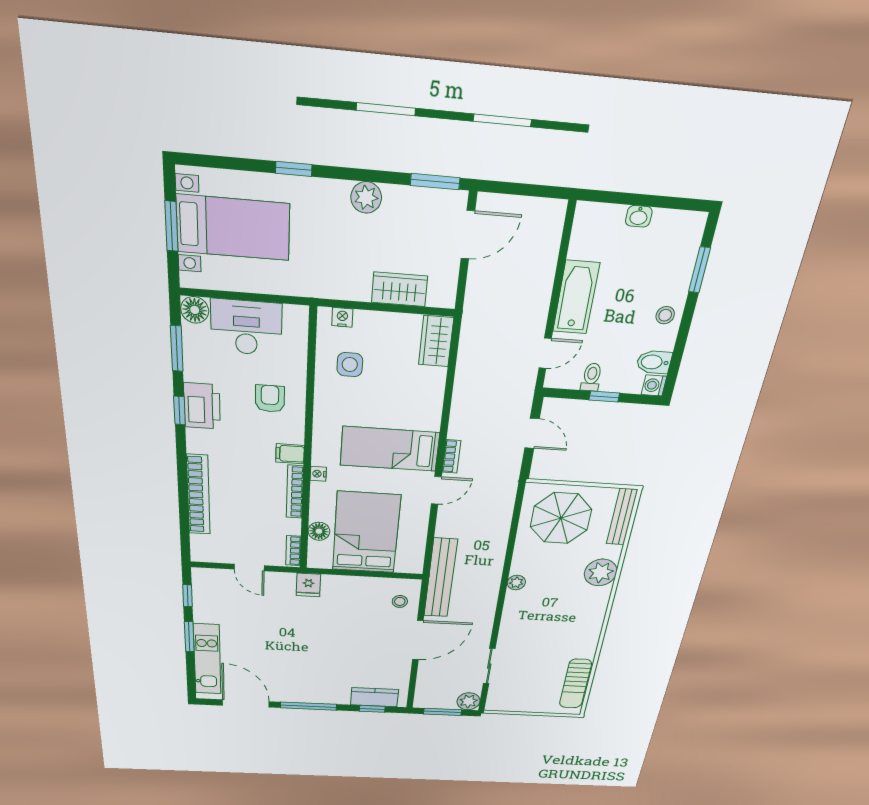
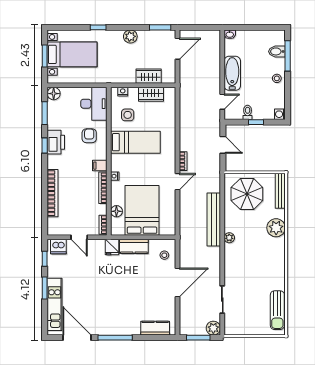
washbasin: (639, 216) -> (230, 34), moved
window: (699, 270) -> (288, 56), width x1.44
desk: (246, 328) -> (94, 104), moved, turned 90
wardrobe: (436, 341) -> (151, 94), moved, turned -90
bidet: (654, 362) -> (277, 51), moved
bed: (390, 449) -> (135, 142), moved, turned 180
bench: (441, 578) -> (214, 219), moved
dishwasher: (212, 579) -> (58, 247), added
kitchen counter: (347, 586) -> (134, 246), added
window: (372, 709) -> (154, 338), removed

